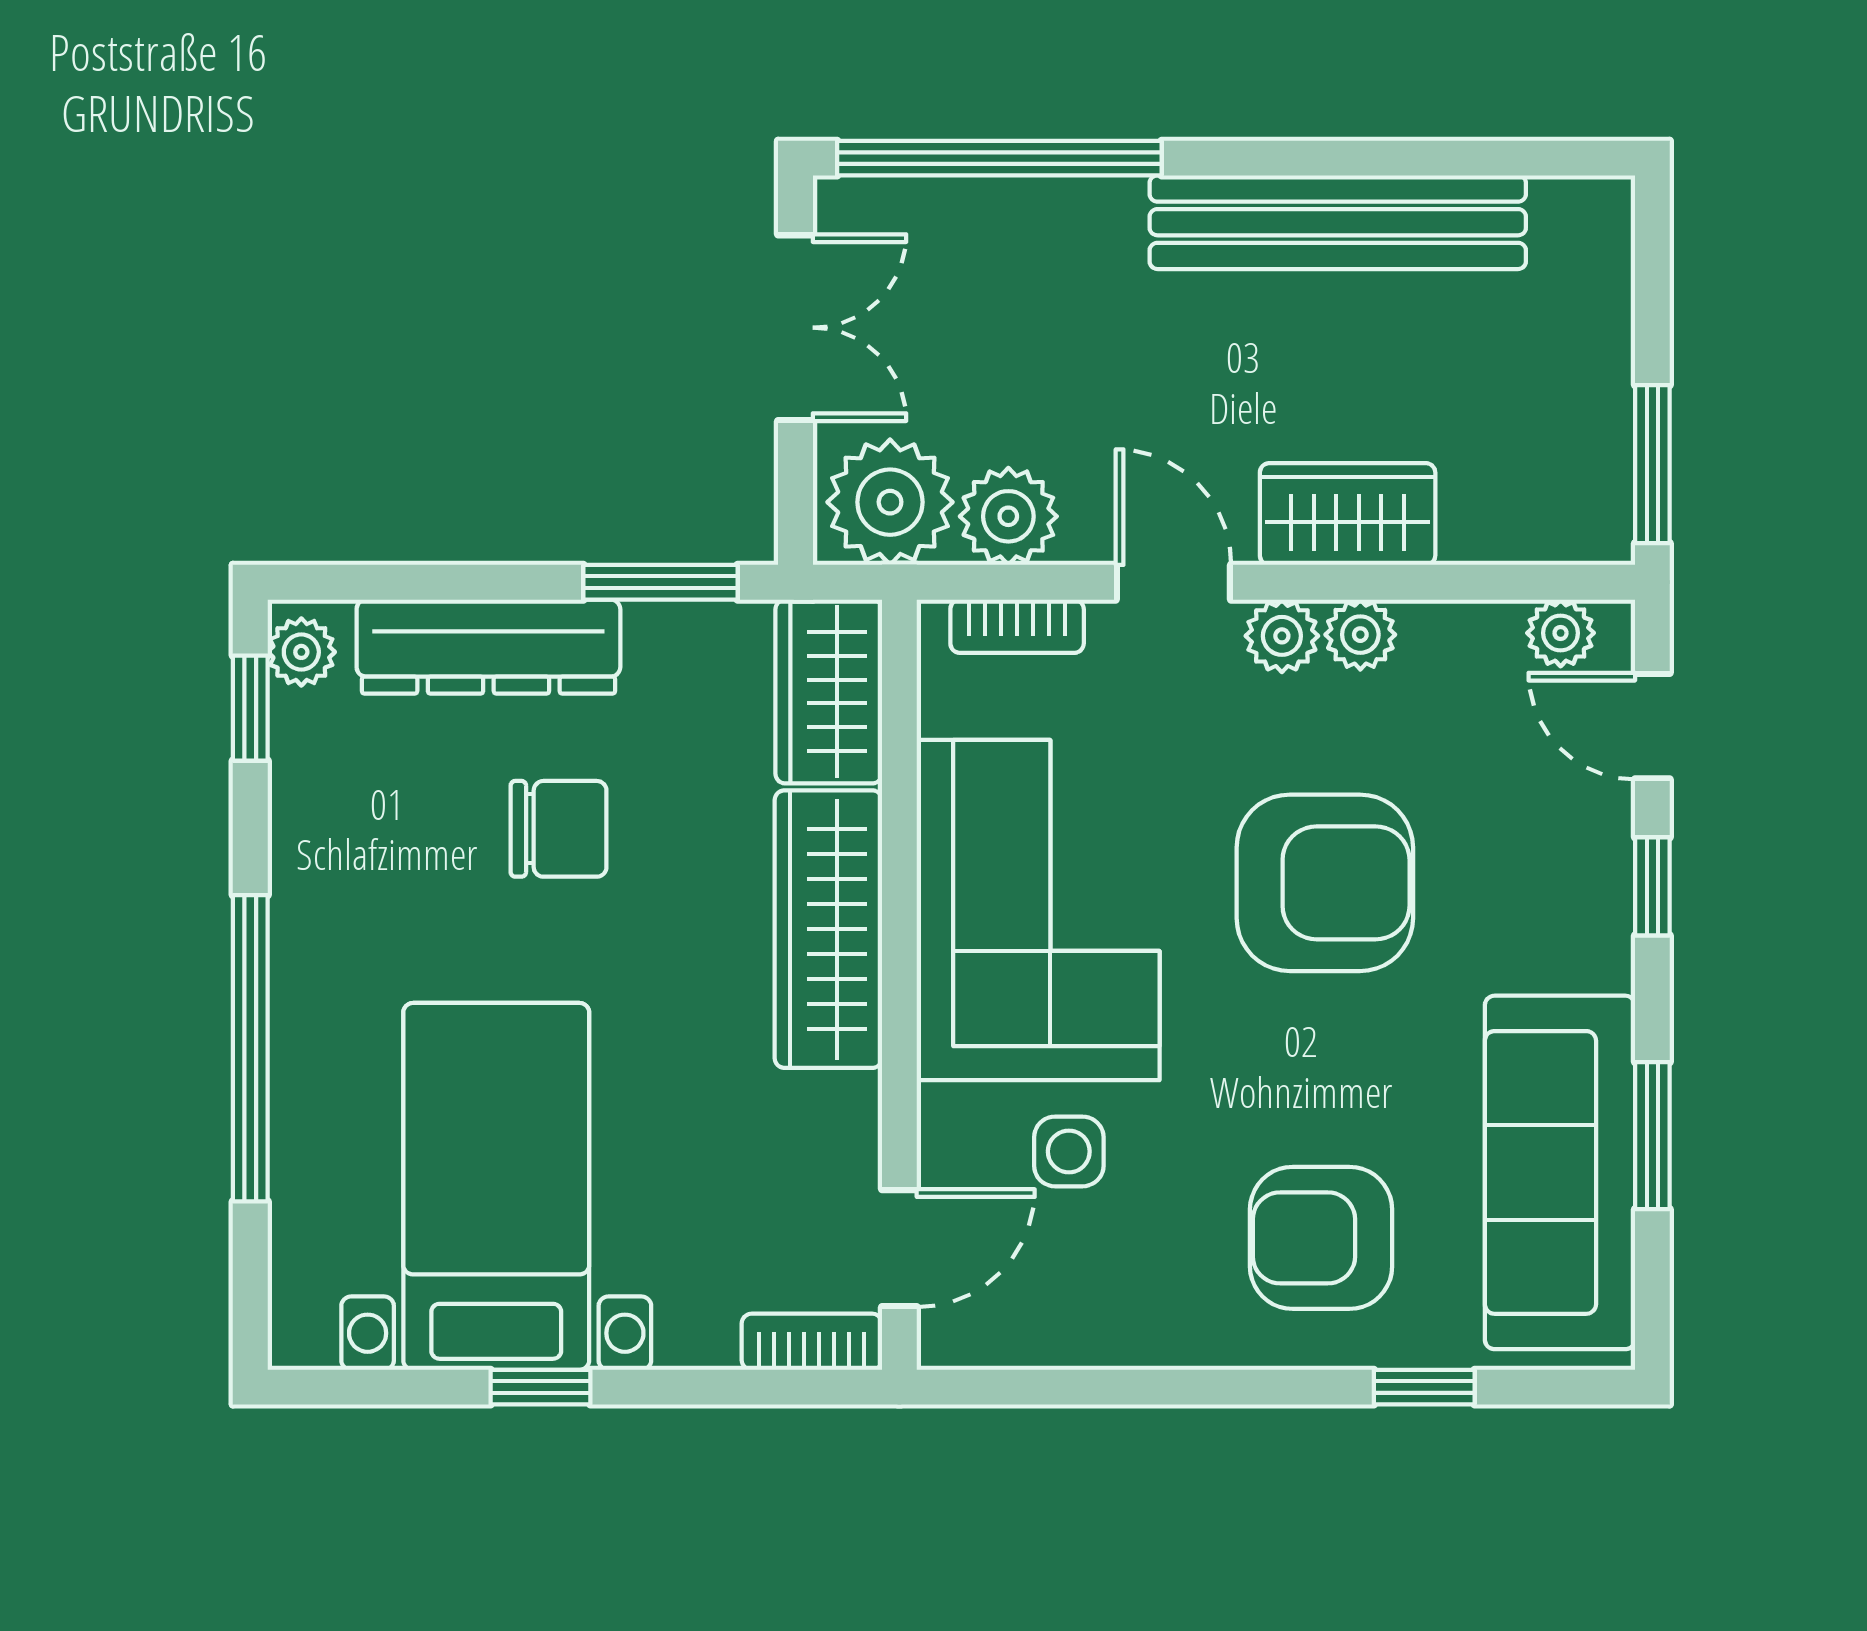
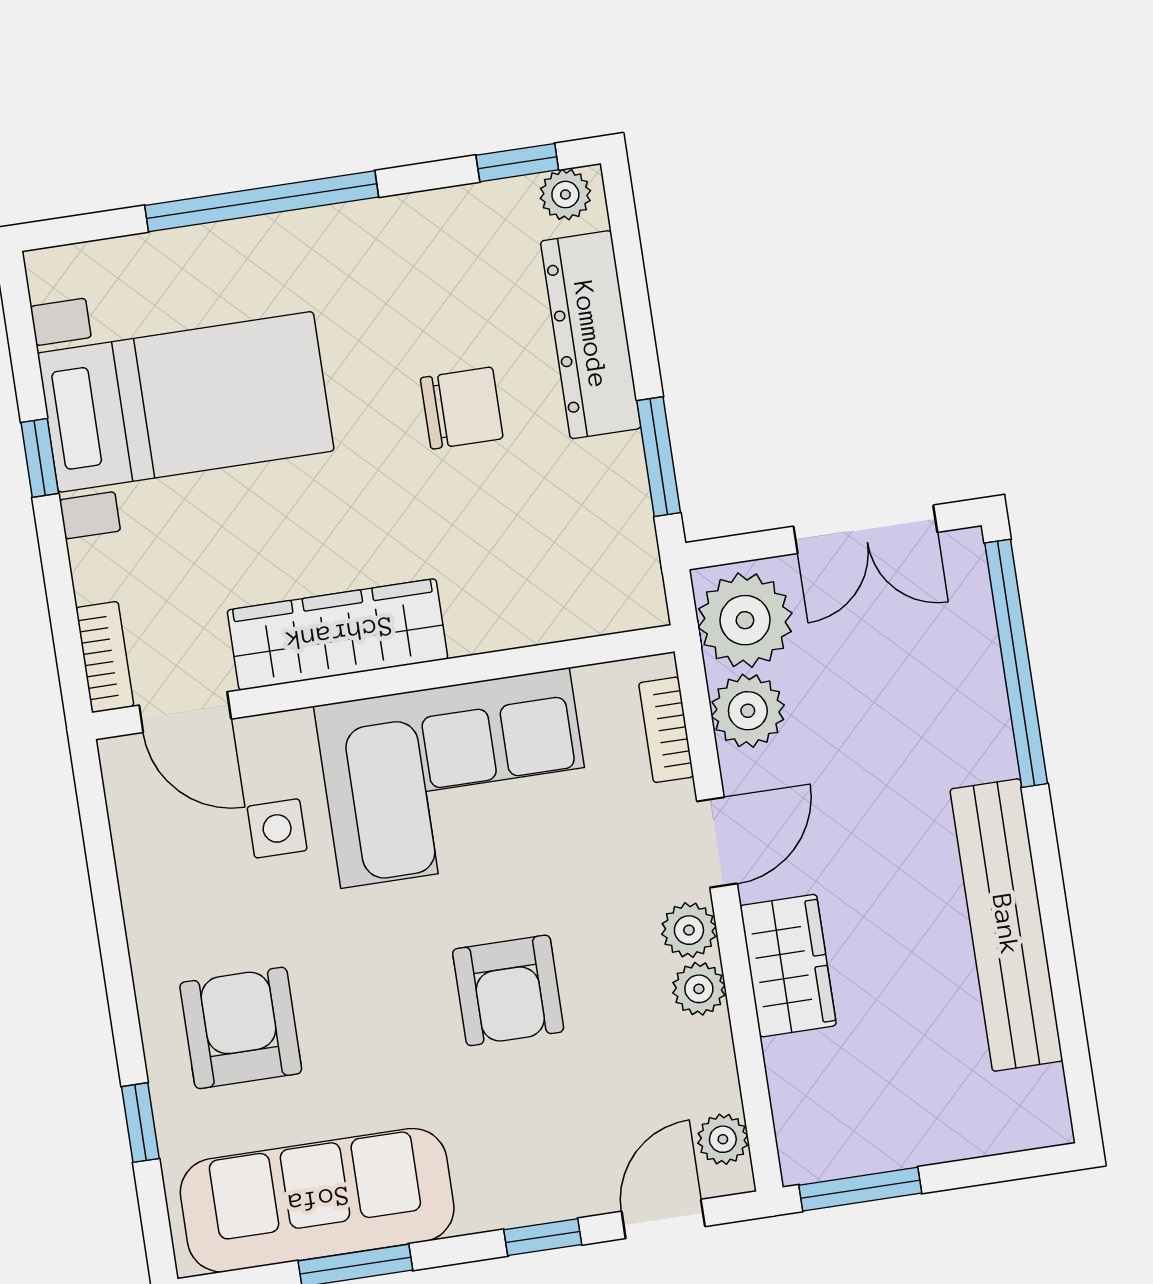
wardrobe: (829, 691) -> (596, 596), removed
chair: (559, 829) -> (462, 408), turned -90
armchair: (1325, 883) -> (508, 990), width x0.73, depth x0.73
wardrobe: (828, 929) -> (337, 634), moved

